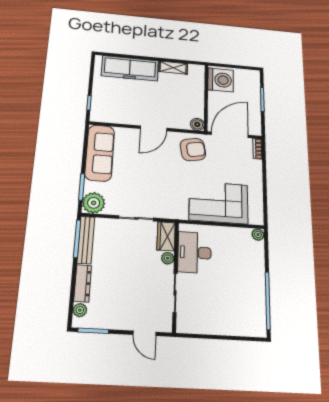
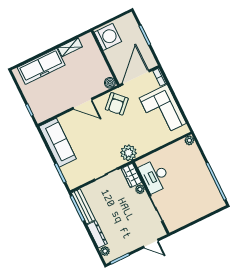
door: (154, 128) -> (82, 104), hinge flipped
armchair: (193, 150) -> (117, 104), turned 145
corner sofa: (219, 202) -> (163, 111), moved, turned -90
plant: (94, 203) -> (128, 153), moved

